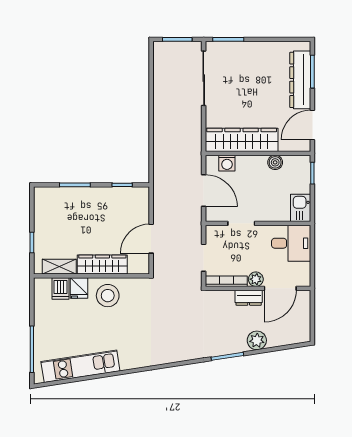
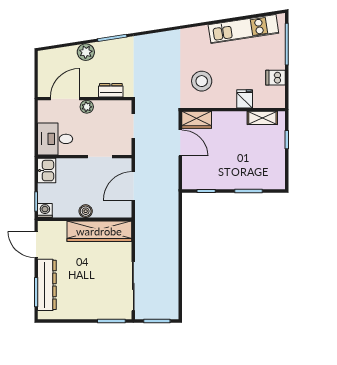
door: (312, 125) -> (36, 245), swing flipped
boiler: (275, 162) -> (86, 211), moved
washing machine: (227, 163) -> (45, 211), moved
door: (204, 191) -> (133, 186), hinge flipped
door: (151, 239) -> (180, 143), hinge flipped
wardrobe: (102, 265) -> (197, 120), moved, width x0.67
bookcase: (226, 281) -> (113, 105), removed
dishwasher: (61, 289) -> (276, 78), moved, turned -90
stool: (108, 296) -> (202, 81), moved
dresser: (249, 298) -> (111, 90), moved

